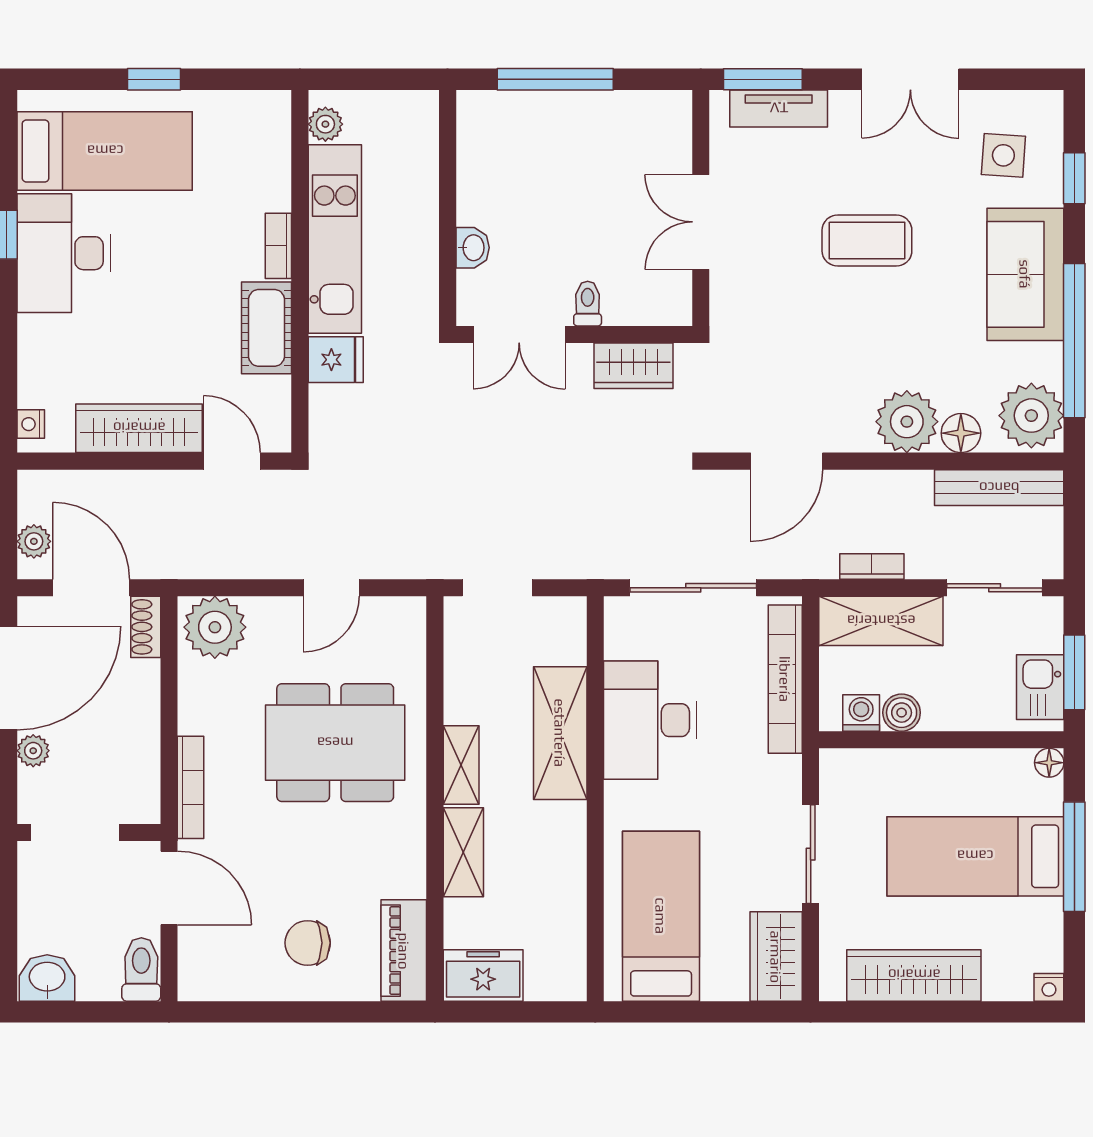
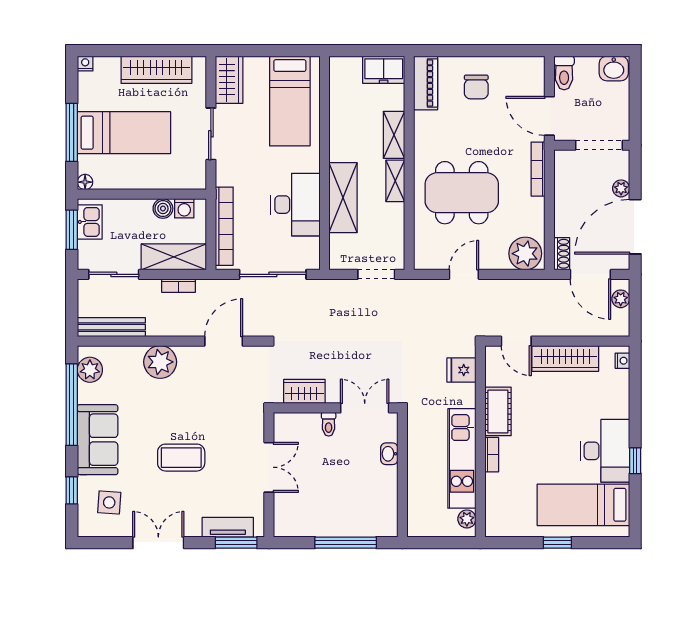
fridge: (336, 360) -> (461, 370), moved
plant: (1031, 416) -> (90, 370), width x0.73, depth x0.73
floor lamp: (961, 433) -> (132, 356), removed
chair: (308, 943) -> (476, 87), turned 90

